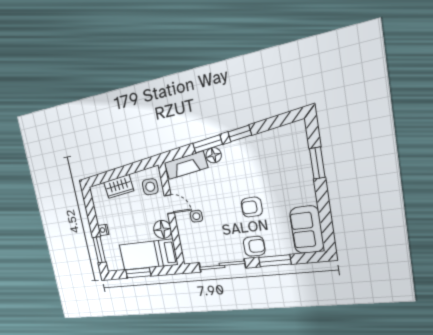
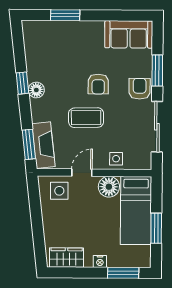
window: (208, 144) -> (29, 144), moved
floor lamp: (214, 155) -> (36, 90), moved
wardrobe: (119, 186) -> (67, 258), moved, turned -84
coffee table: (218, 200) -> (86, 118), added
side table: (196, 216) -> (116, 159), moved

